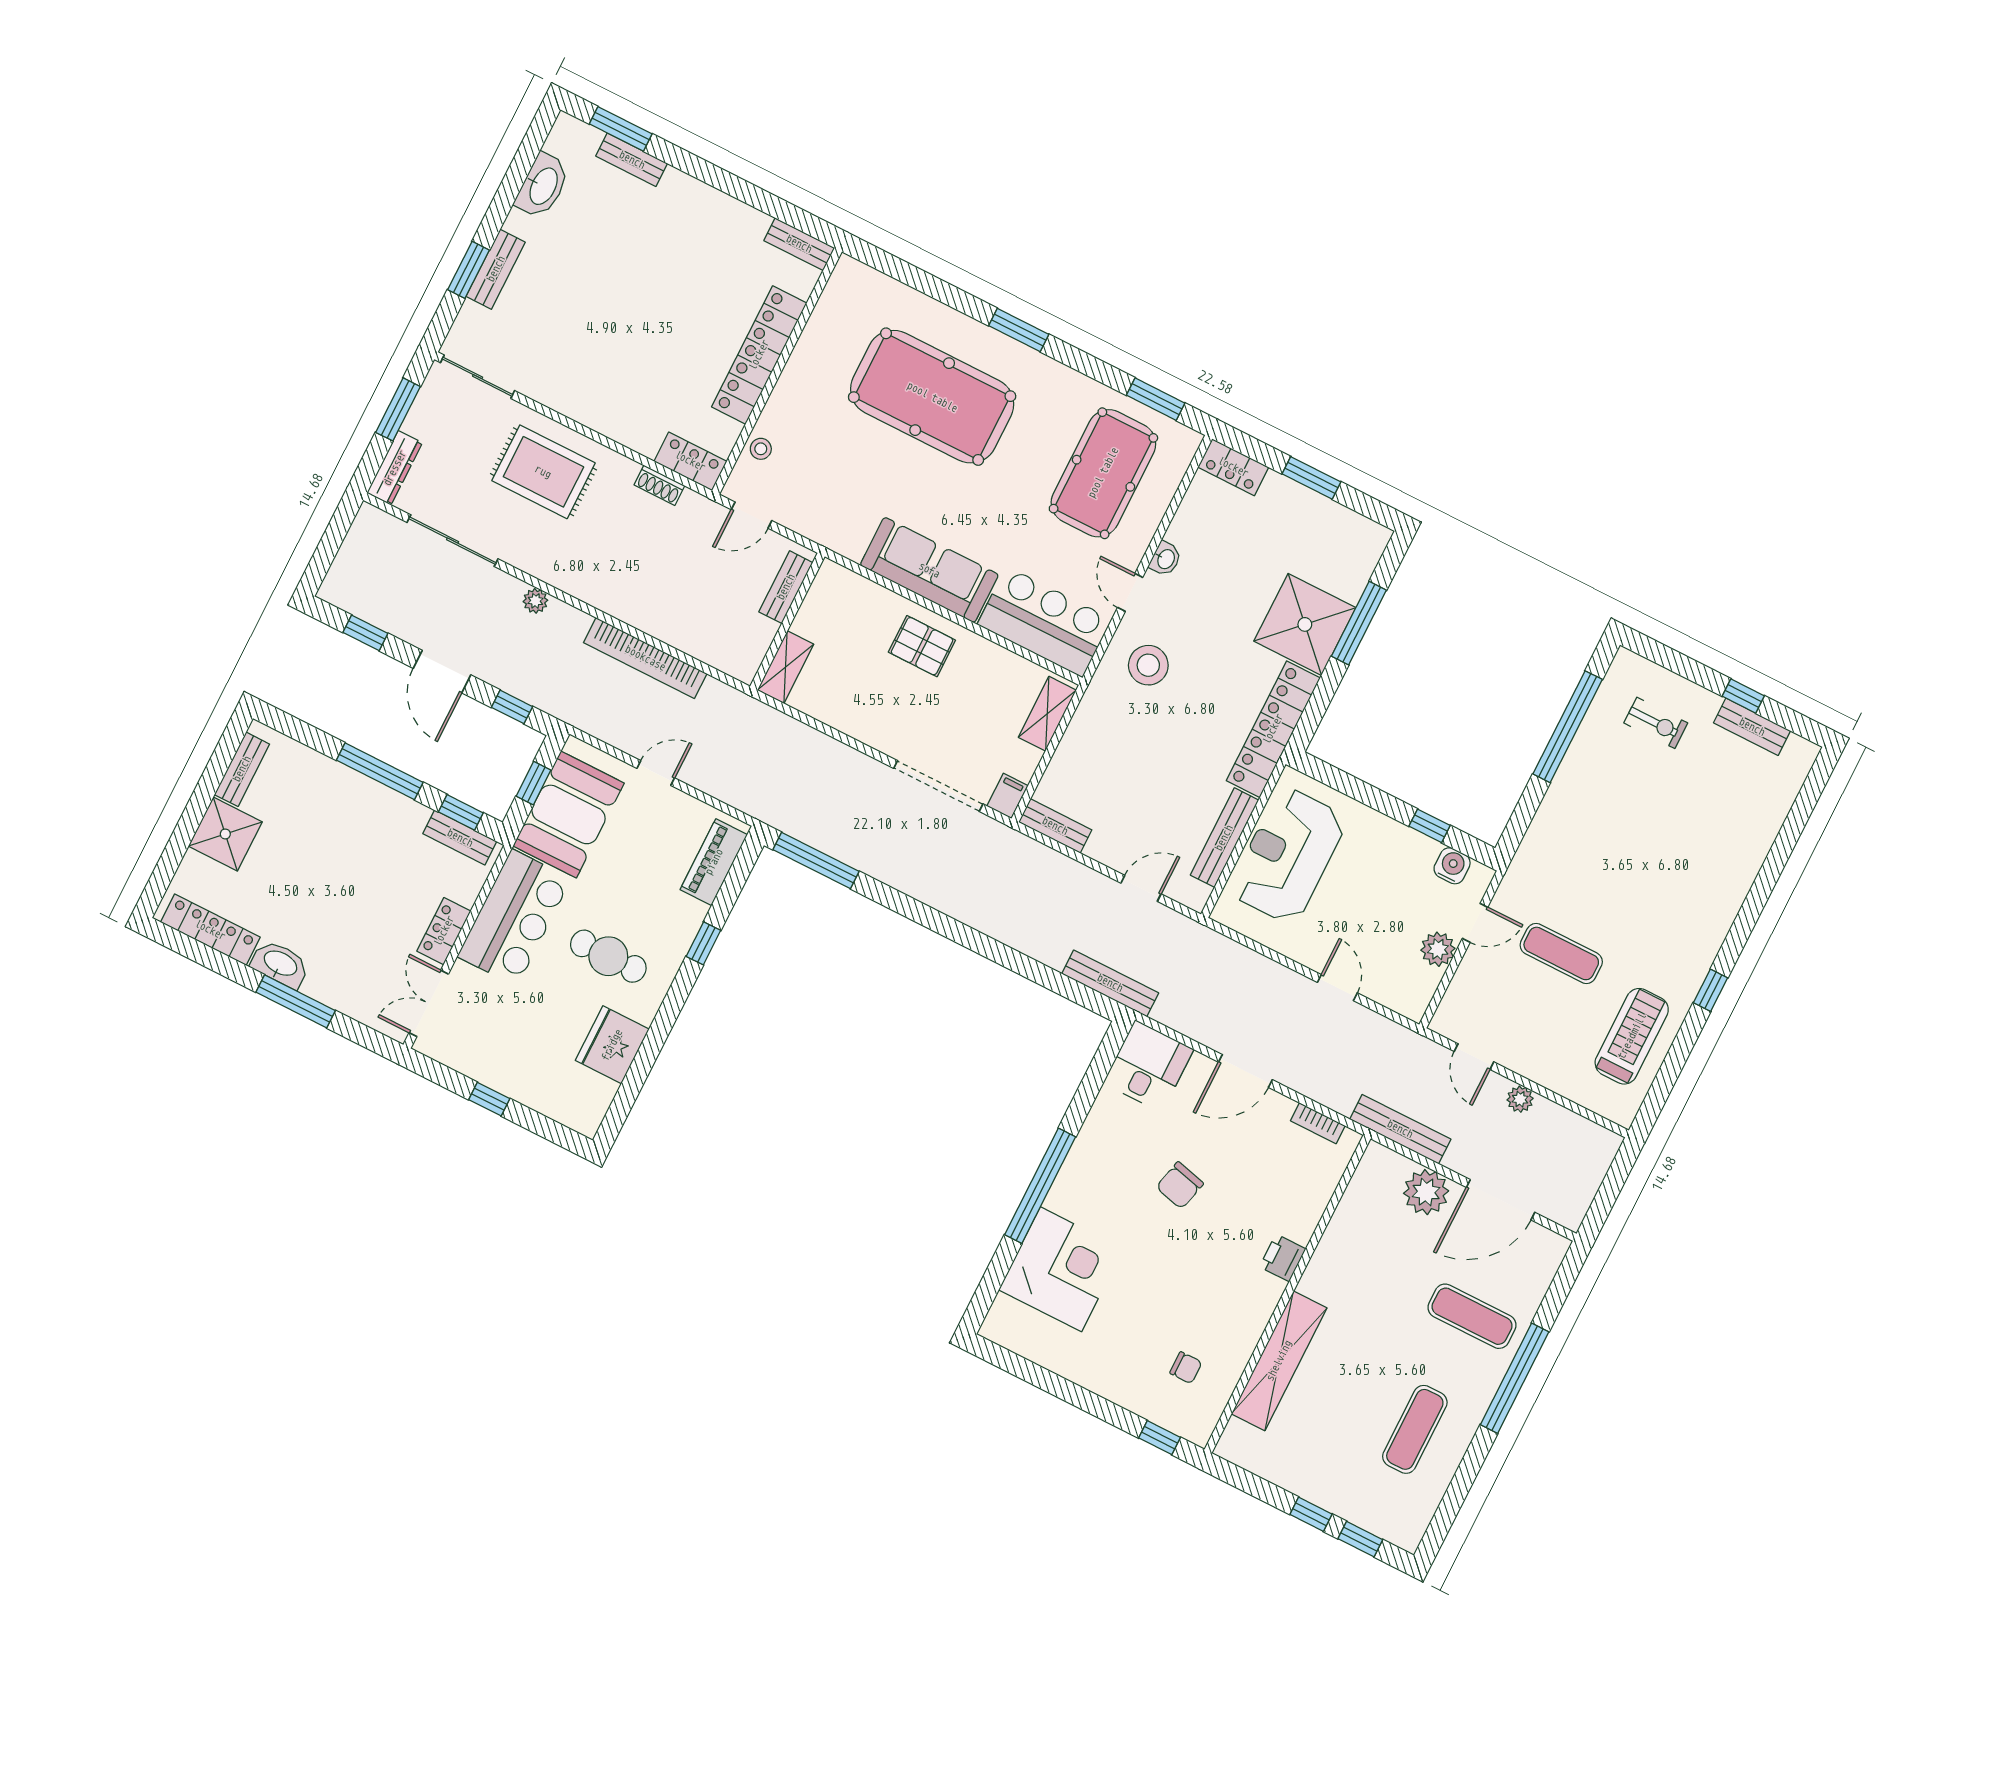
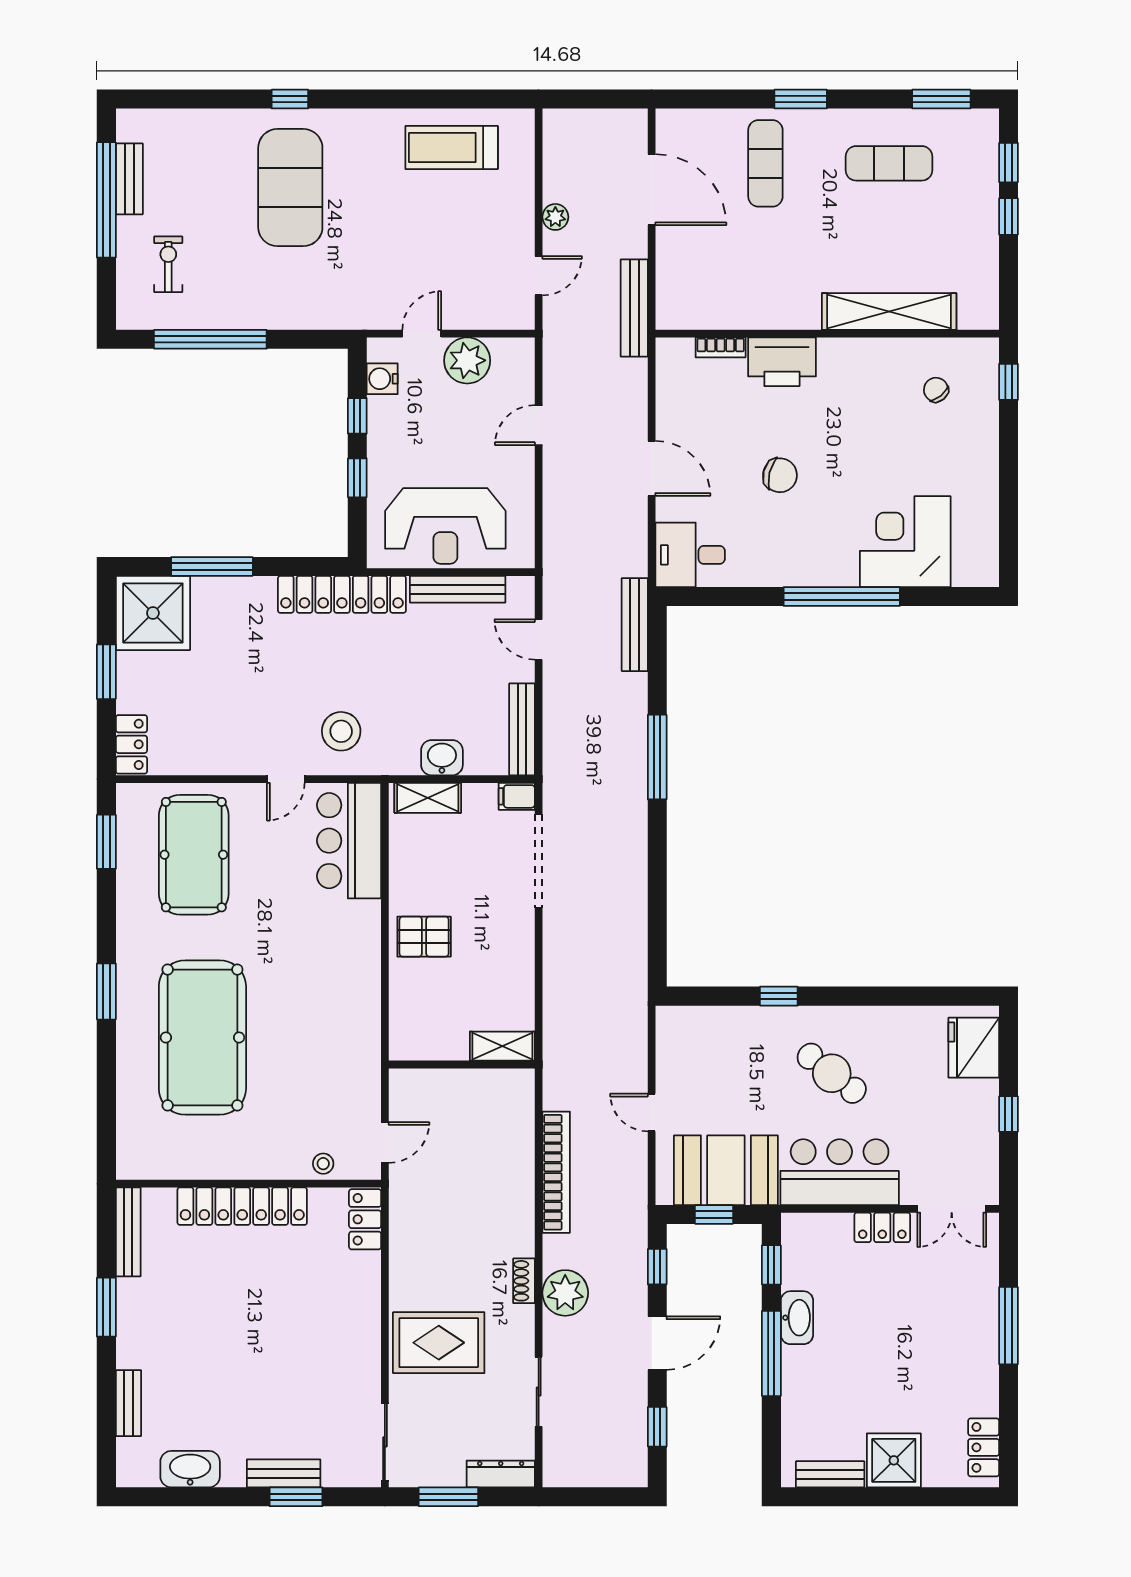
window: (621, 129) -> (106, 1307), moved
bench: (799, 244) -> (128, 1232), width x1.36
rug: (543, 472) -> (439, 1343), turned 90
pool table: (1103, 473) -> (194, 855), turned 90
shoe rack: (659, 485) -> (524, 1281), moved, turned 180
door: (752, 515) -> (385, 1142), hinge flipped
sliding door: (453, 541) -> (539, 1392), width x0.73
washbasin: (1165, 559) -> (442, 758), moved, width x1.38, depth x1.45
sofa: (929, 570) -> (354, 964), removed
bench: (786, 587) -> (433, 1081), removed
plant: (535, 601) -> (565, 1293), width x1.88, depth x1.88
shower: (1305, 624) -> (153, 613), moved
pallet: (922, 646) -> (424, 937), turned 90
window: (1743, 696) -> (106, 200), width x3.17
window: (1373, 797) -> (357, 478), added
bench: (1055, 826) -> (522, 729), width x1.36
bench: (460, 838) -> (794, 1255), removed
window: (816, 861) -> (657, 757), moved
piano: (714, 862) -> (704, 1023), removed
door: (1475, 923) -> (422, 334), hinge flipped
locker: (210, 930) -> (984, 1447), width x0.66
plant: (1438, 949) -> (467, 360), width x1.36, depth x1.36
exercise mat: (1561, 953) -> (290, 188), moved, width x2.00, depth x1.45
cafe table: (608, 956) -> (832, 1073), turned -52
washbasin: (280, 964) -> (797, 1318), moved, turned 180
window: (1711, 990) -> (290, 99), moved
fridge: (612, 1045) -> (974, 1048), moved, turned 90
bookcase: (1318, 1123) -> (721, 347), moved, turned 90
plant: (1426, 1192) -> (678, 258), removed
printer: (1283, 1258) -> (782, 362), width x1.87, depth x1.48
chair: (1186, 1368) -> (936, 390), turned -39
window: (1515, 1378) -> (801, 99), width x0.47
window: (1450, 1507) -> (941, 99), added

